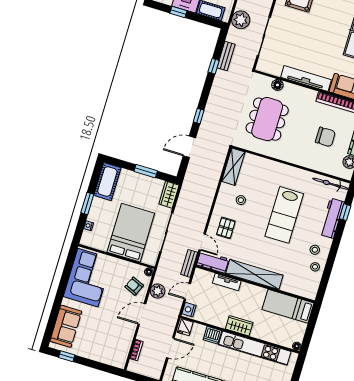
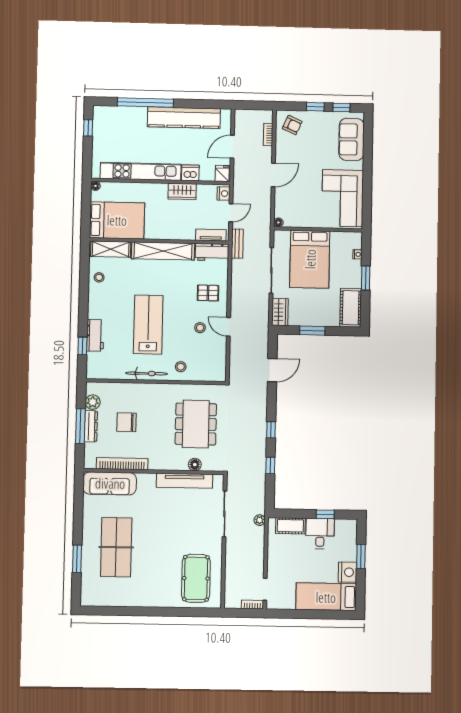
plant: (241, 20) -> (260, 520), width x0.53, depth x0.53
bench: (226, 56) -> (260, 481), removed
tv unit: (306, 79) -> (184, 481), moved
window: (199, 116) -> (271, 430), moved
shelving: (233, 167) -> (111, 249), moved, turned 90
bicycle: (330, 184) -> (147, 373), moved
workbench: (332, 218) -> (95, 335), width x0.73
pallet: (226, 228) -> (208, 293), turned 90
door: (202, 242) -> (228, 327), moved
stool: (315, 250) -> (181, 367), moved
tv unit: (227, 282) -> (211, 235), moved
armchair: (134, 286) -> (292, 125), moved
plant: (158, 291) -> (263, 204), removed
bed: (288, 306) -> (117, 220), width x1.50
wardrobe: (239, 326) -> (182, 191), moved
window: (89, 363) -> (315, 107), added

